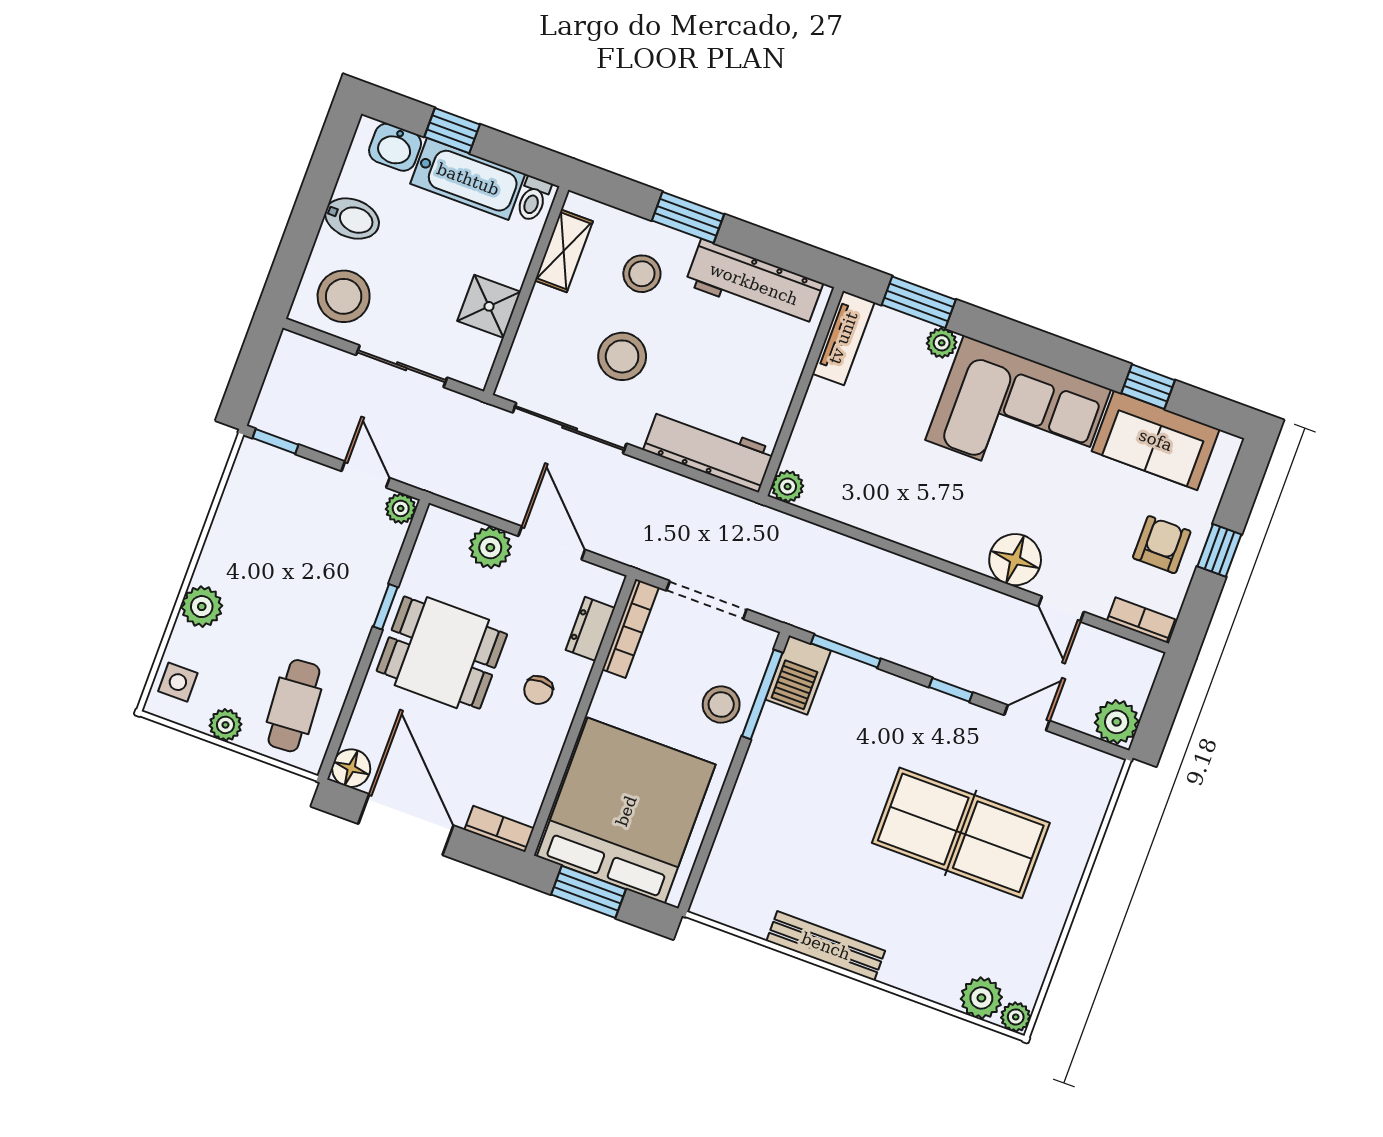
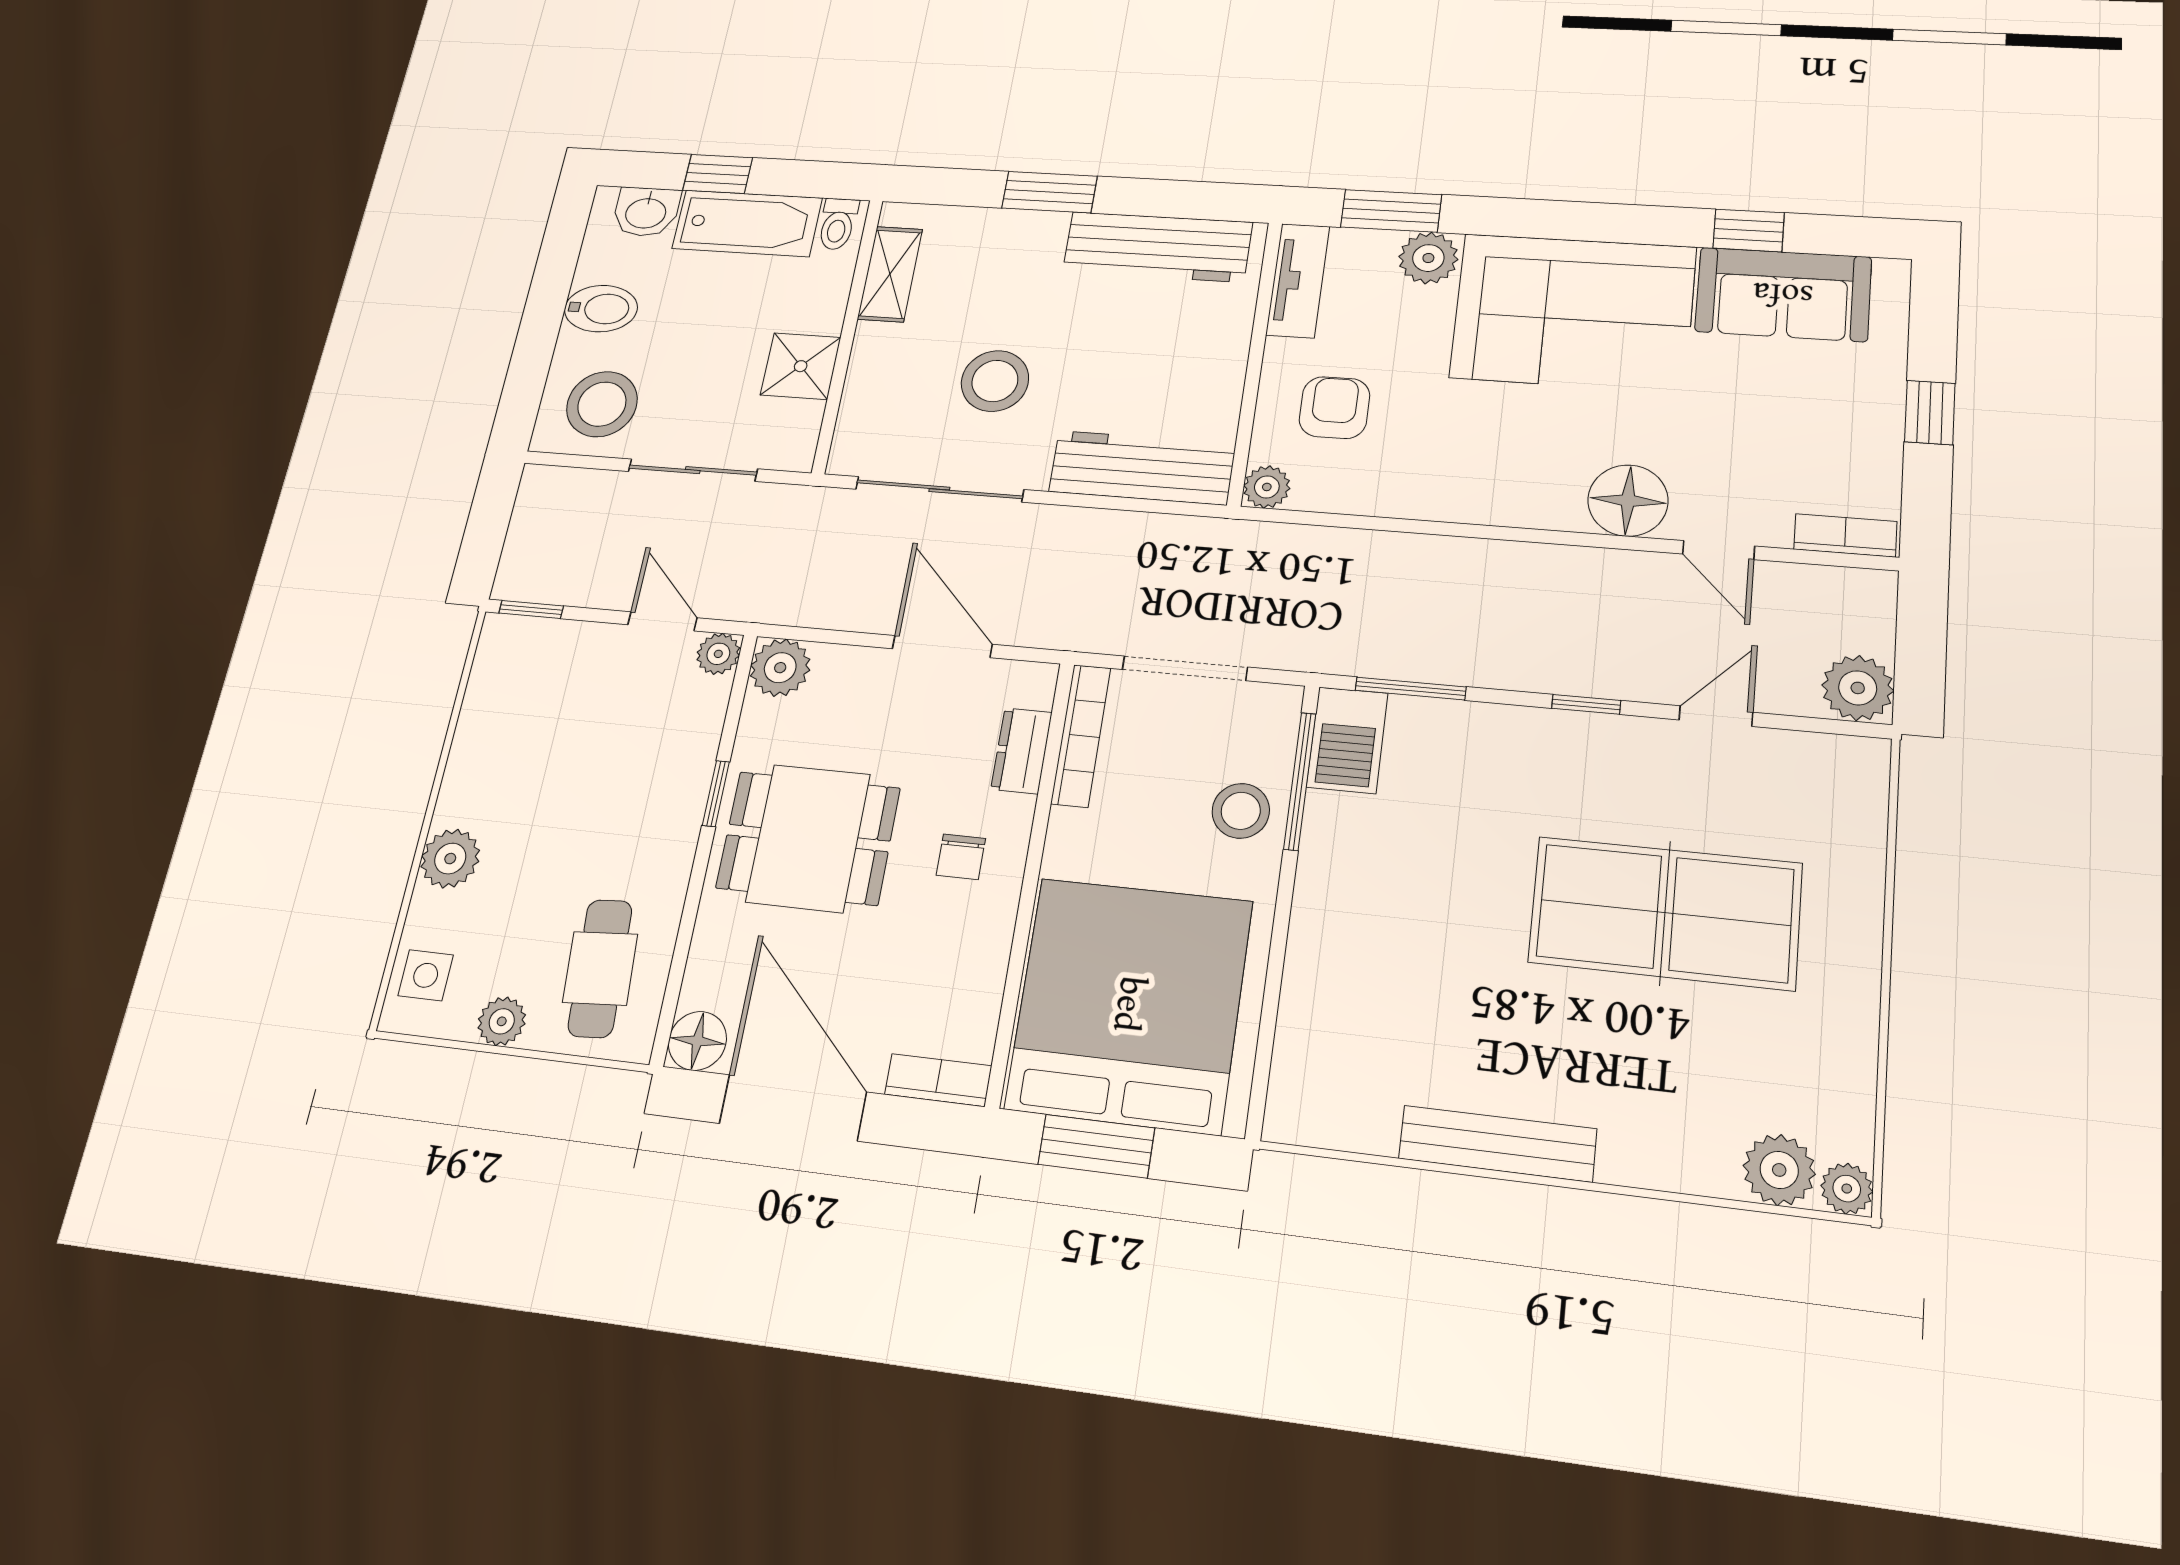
stool: (642, 274) -> (1001, 274), removed
plant: (942, 343) -> (1428, 258), width x1.38, depth x1.38
armchair: (1162, 545) -> (1334, 408), moved
plant: (490, 548) -> (780, 668), moved

